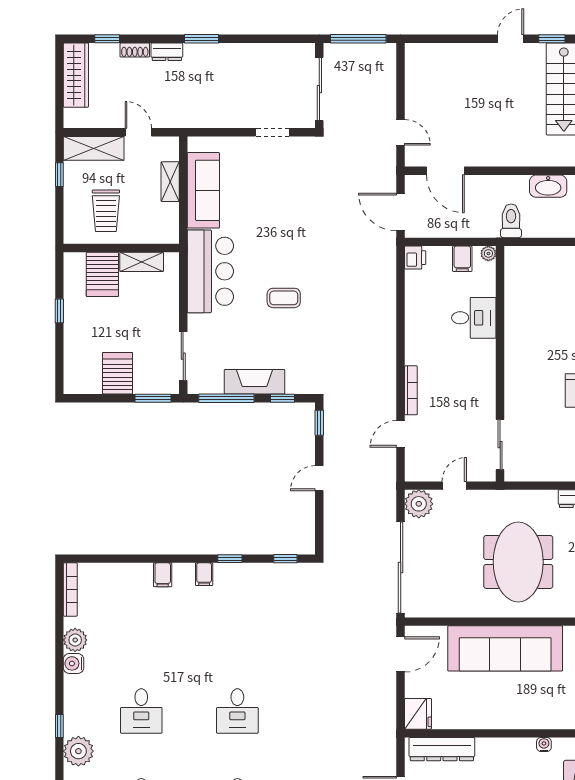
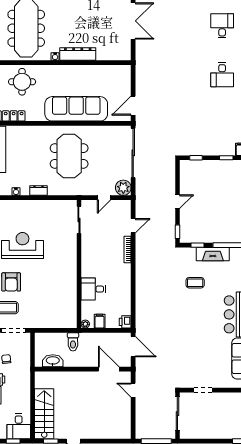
coffee table: (284, 298) -> (195, 283), moved
desk: (237, 711) -> (222, 75), turned 180
fridge: (418, 714) -> (124, 73), removed
dresser: (442, 749) -> (78, 54), moved

